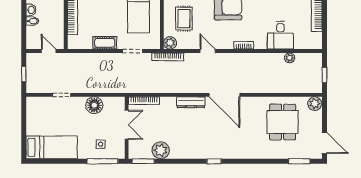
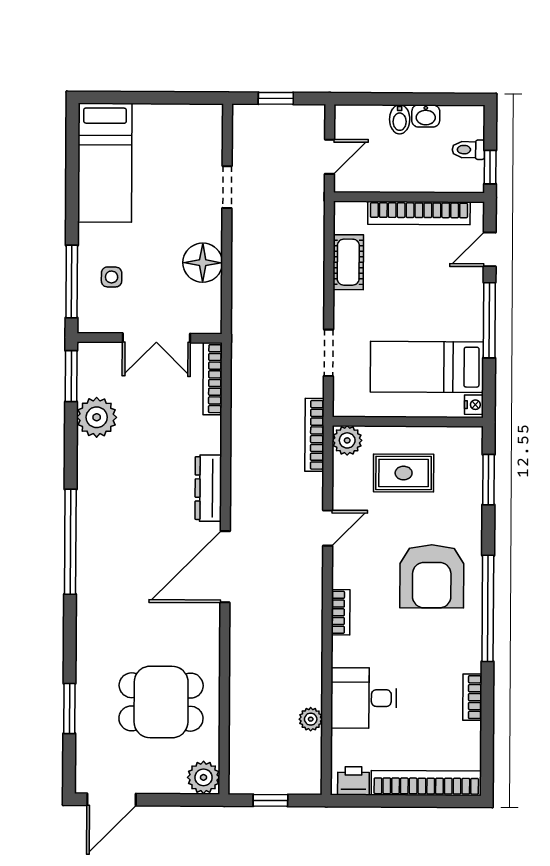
printer: (316, 39) -> (353, 781), added
cot: (105, 43) -> (348, 262), moved
window: (214, 161) -> (70, 542), width x3.17
window: (299, 161) -> (69, 708), moved

